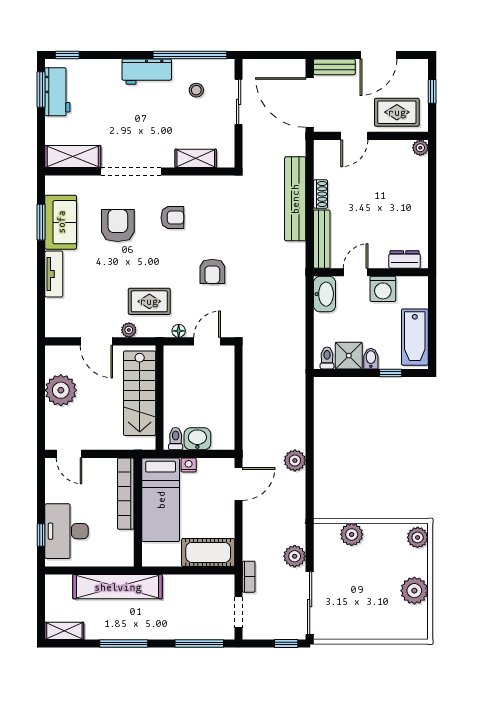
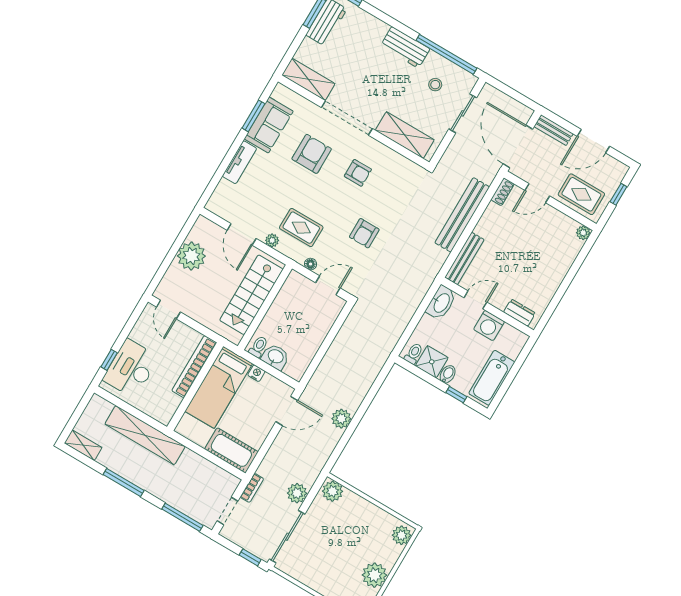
shelving: (196, 158) -> (405, 135), width x1.50, depth x1.33
shoe rack: (321, 194) -> (503, 192), moved
plant: (352, 534) -> (333, 491), moved

